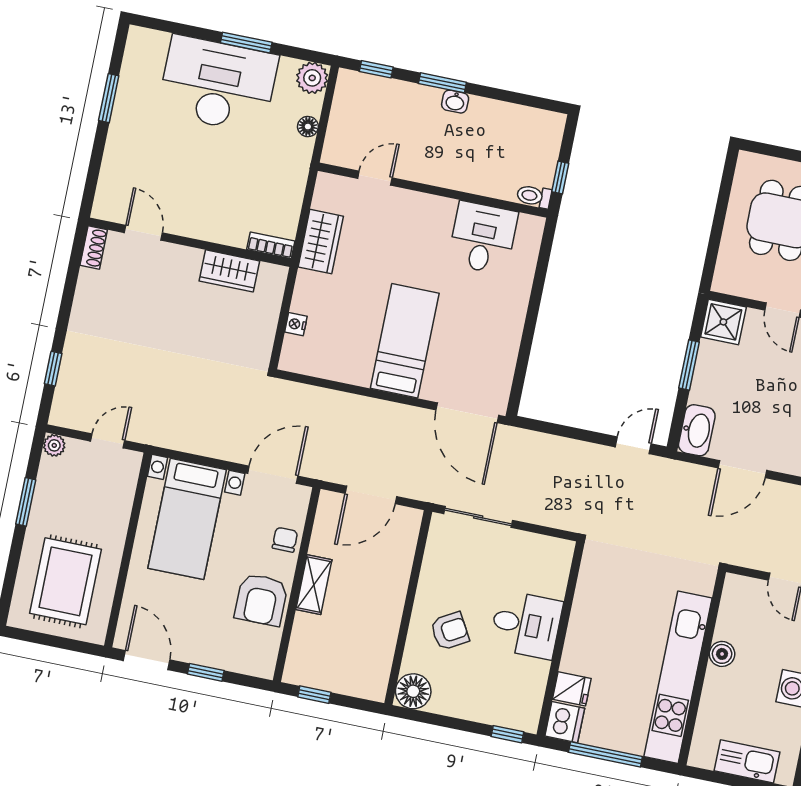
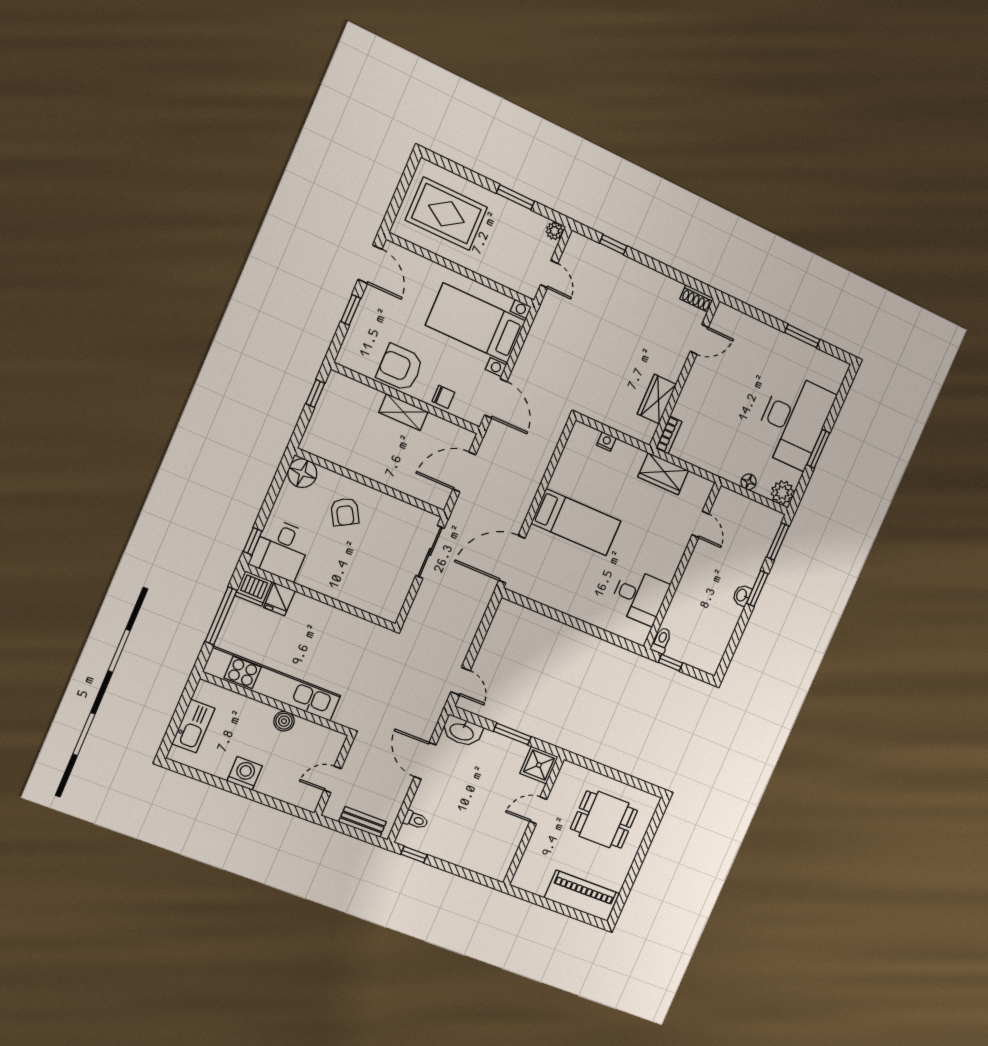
window: (376, 69) -> (778, 542), width x1.50
door: (371, 495) -> (464, 472), hinge flipped
desk: (526, 625) -> (281, 550), moved
door: (147, 660) -> (370, 264), hinge flipped

